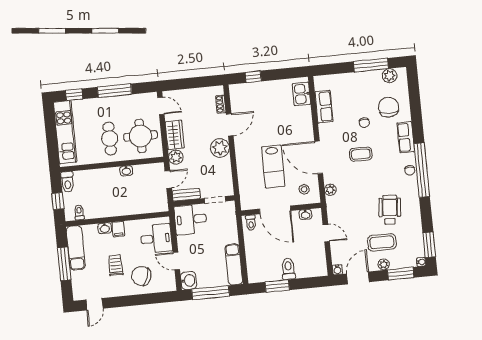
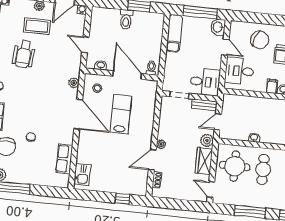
plant: (220, 148) -> (161, 144), width x0.53, depth x0.53
coffee table: (361, 154) -> (40, 109), removed

